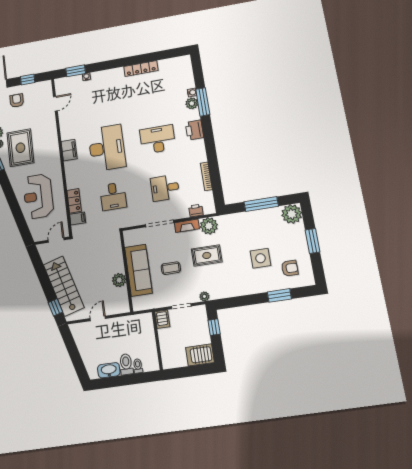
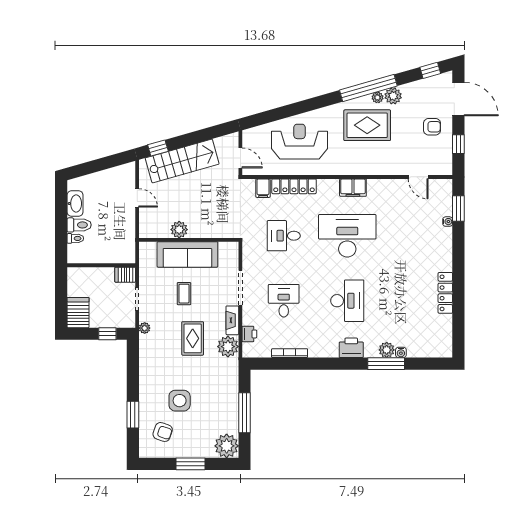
desk: (107, 148) -> (347, 236), turned 180
locker: (74, 201) -> (294, 186), width x1.53
armchair: (290, 268) -> (163, 432), turned -71

